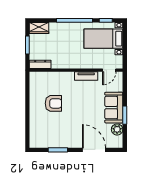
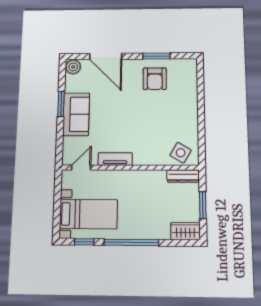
side table: (42, 80) -> (181, 153), added
armchair: (53, 103) -> (155, 79), moved, turned -90
plant: (117, 129) -> (73, 67), moved

